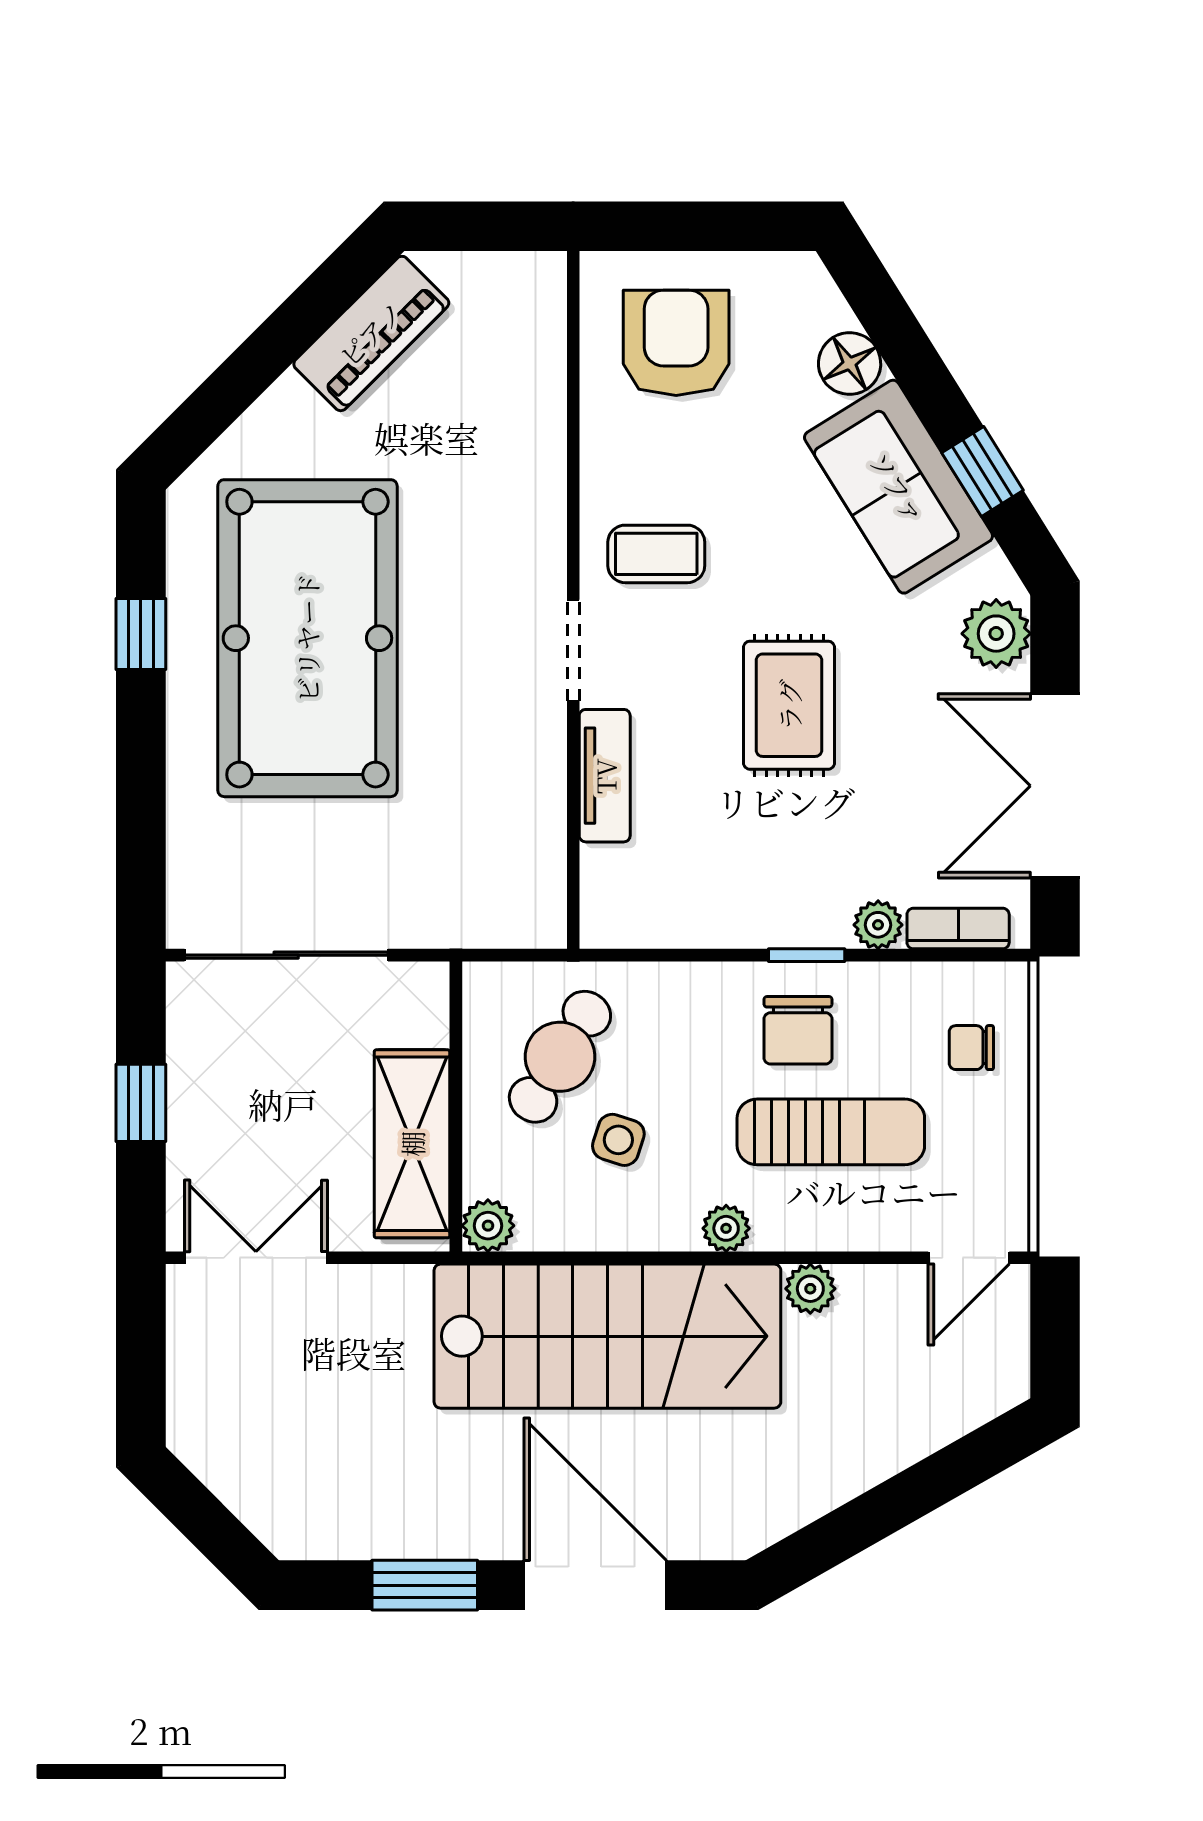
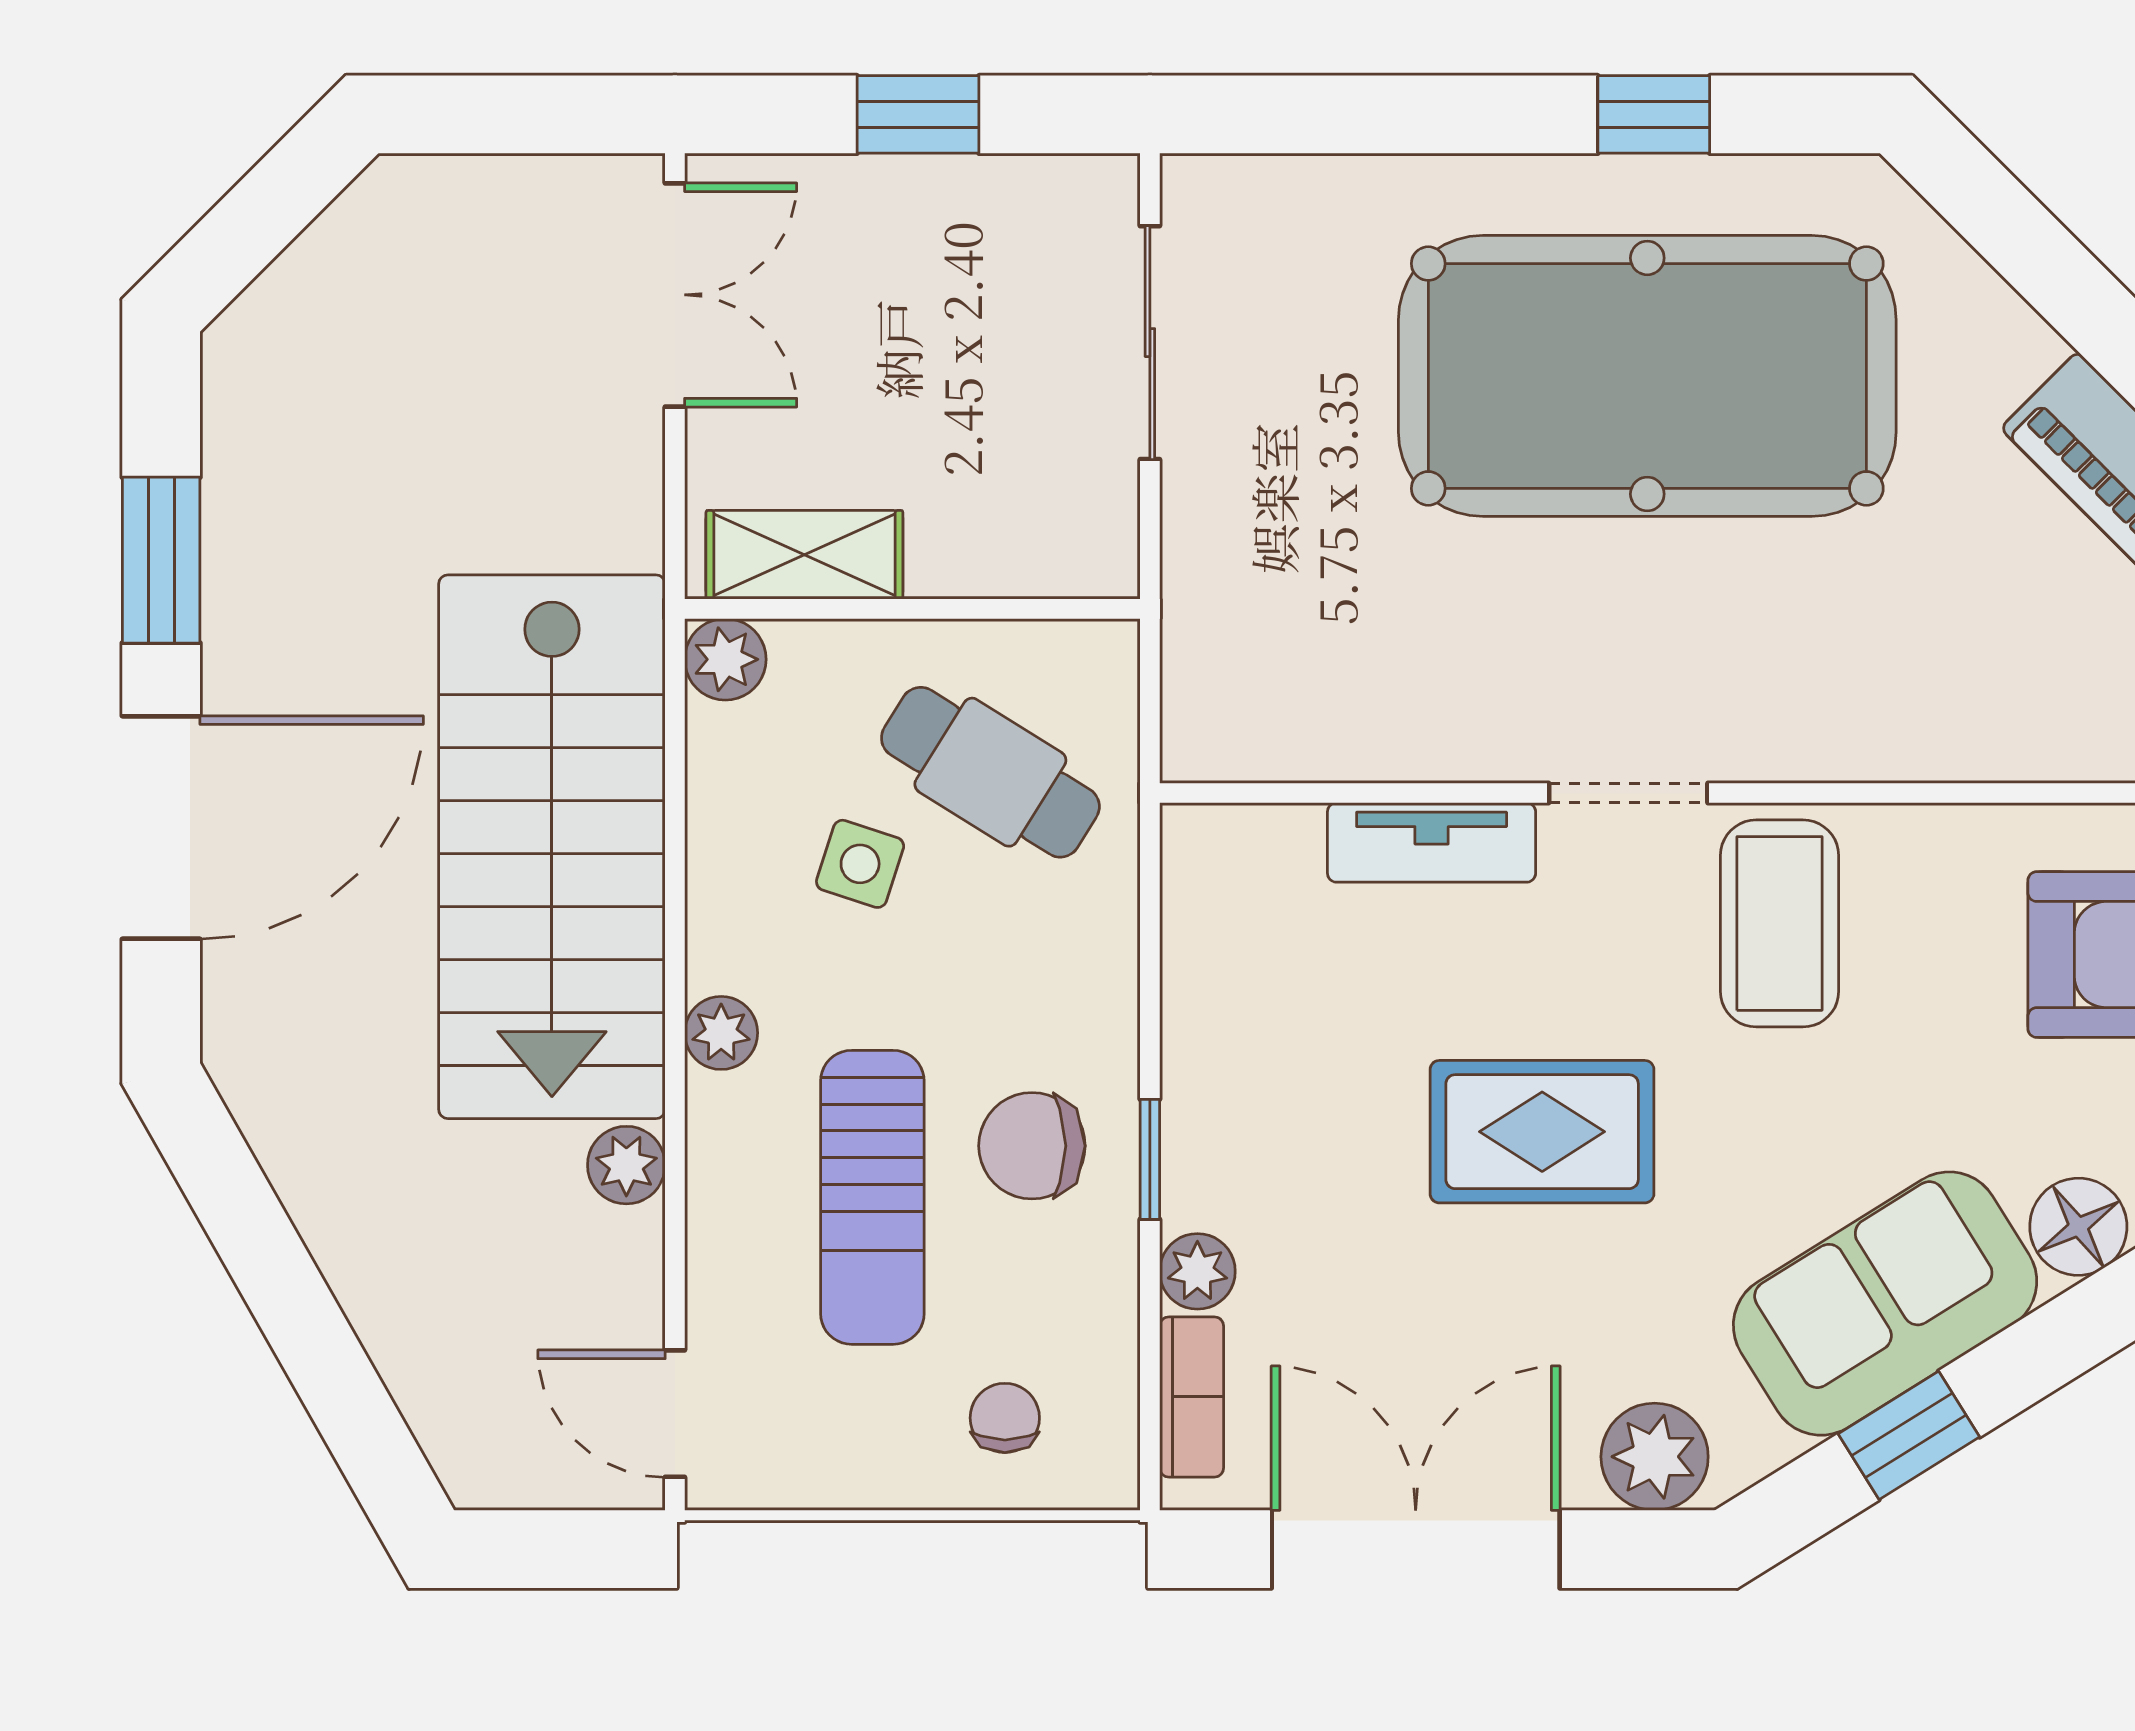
coffee table: (656, 554) -> (1780, 923), width x1.36, depth x1.30
sliding door: (286, 955) -> (1150, 343), width x0.73
shelving: (412, 1144) -> (804, 555), width x0.67, depth x0.75

